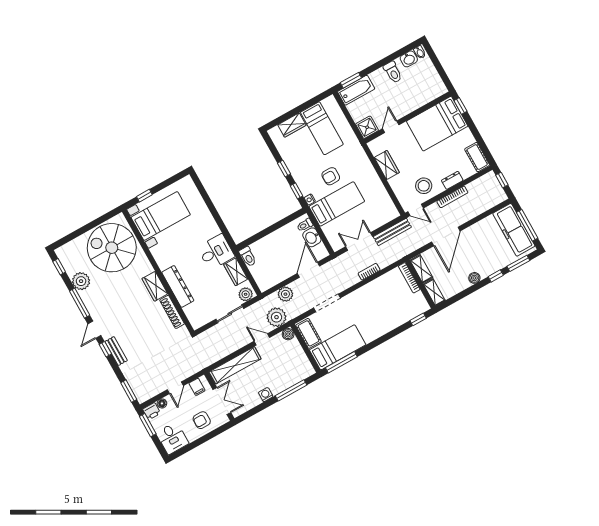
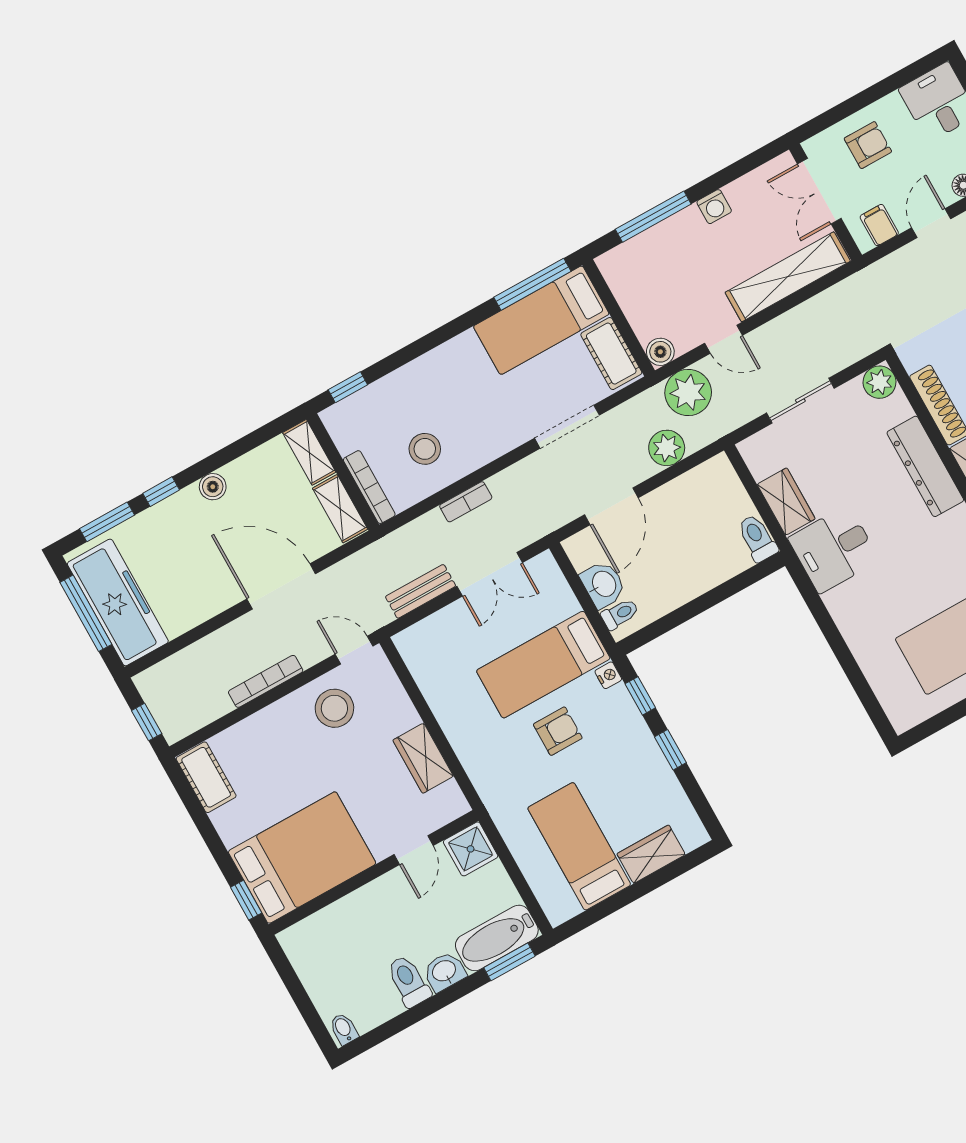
washbasin: (409, 59) -> (444, 972), moved
dresser: (452, 180) -> (266, 721), removed
bench: (392, 232) -> (421, 591), width x0.73
door: (446, 236) -> (281, 586), hinge flipped
plant: (246, 294) -> (880, 382), moved
stool: (386, 294) -> (425, 449), added

